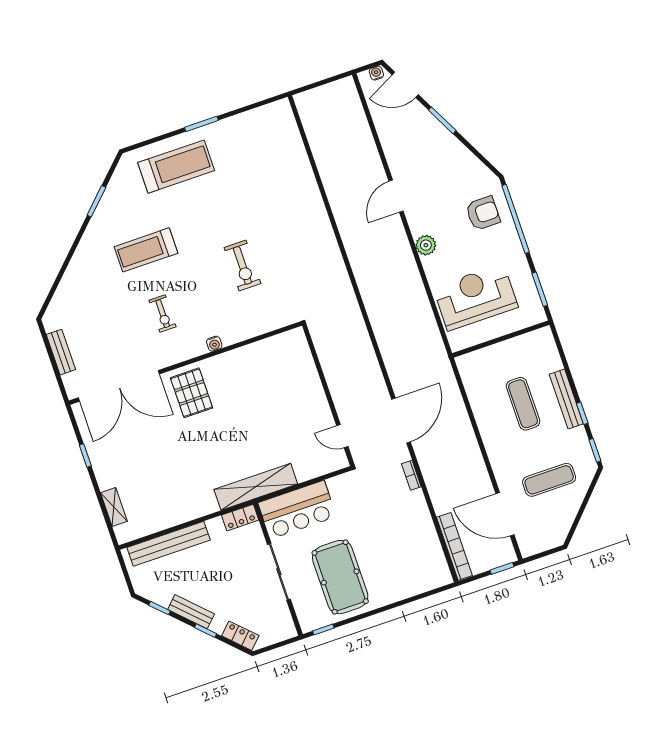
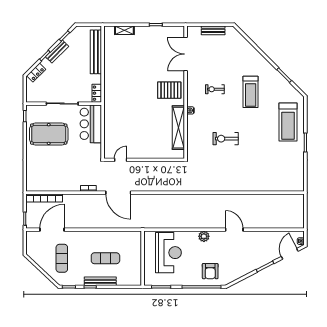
treadmill: (146, 250) -> (251, 92), turned 180
double door: (119, 386) -> (186, 54), width x0.73
shelving: (256, 487) -> (178, 128), moved

